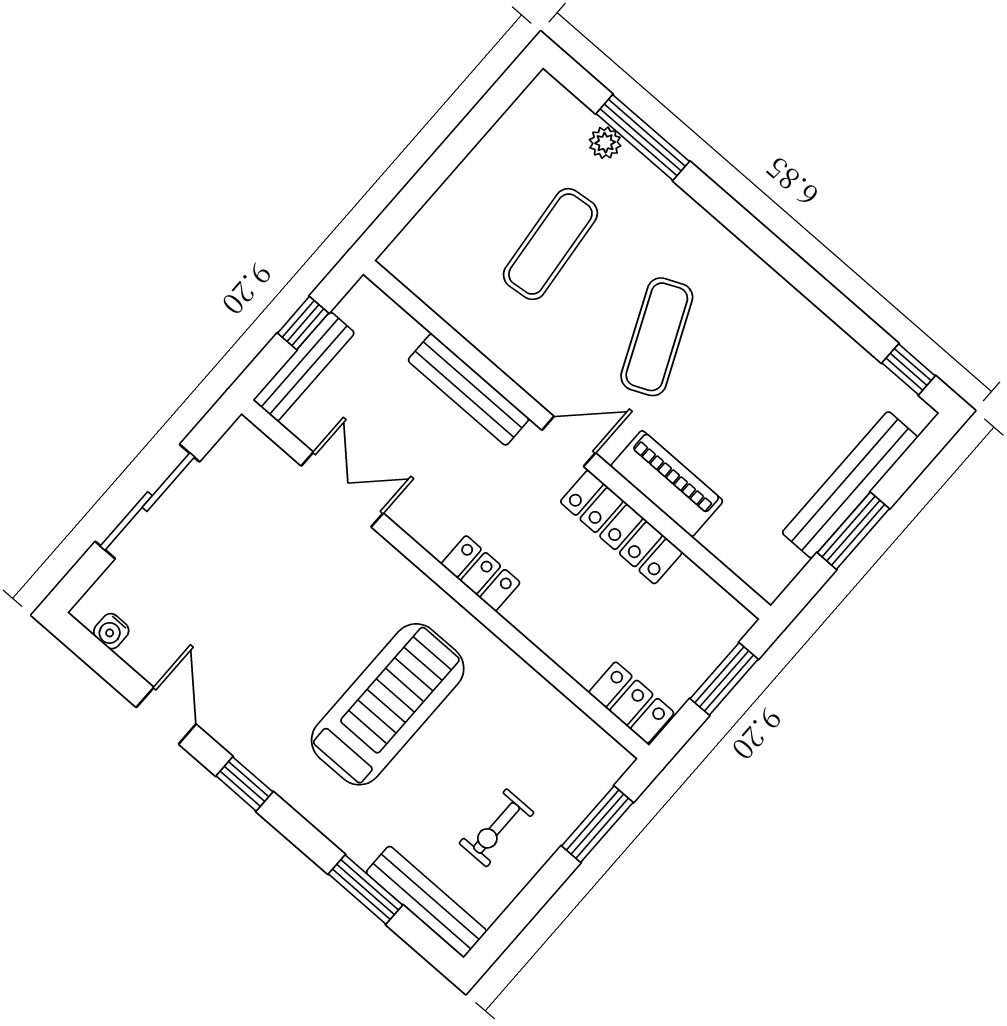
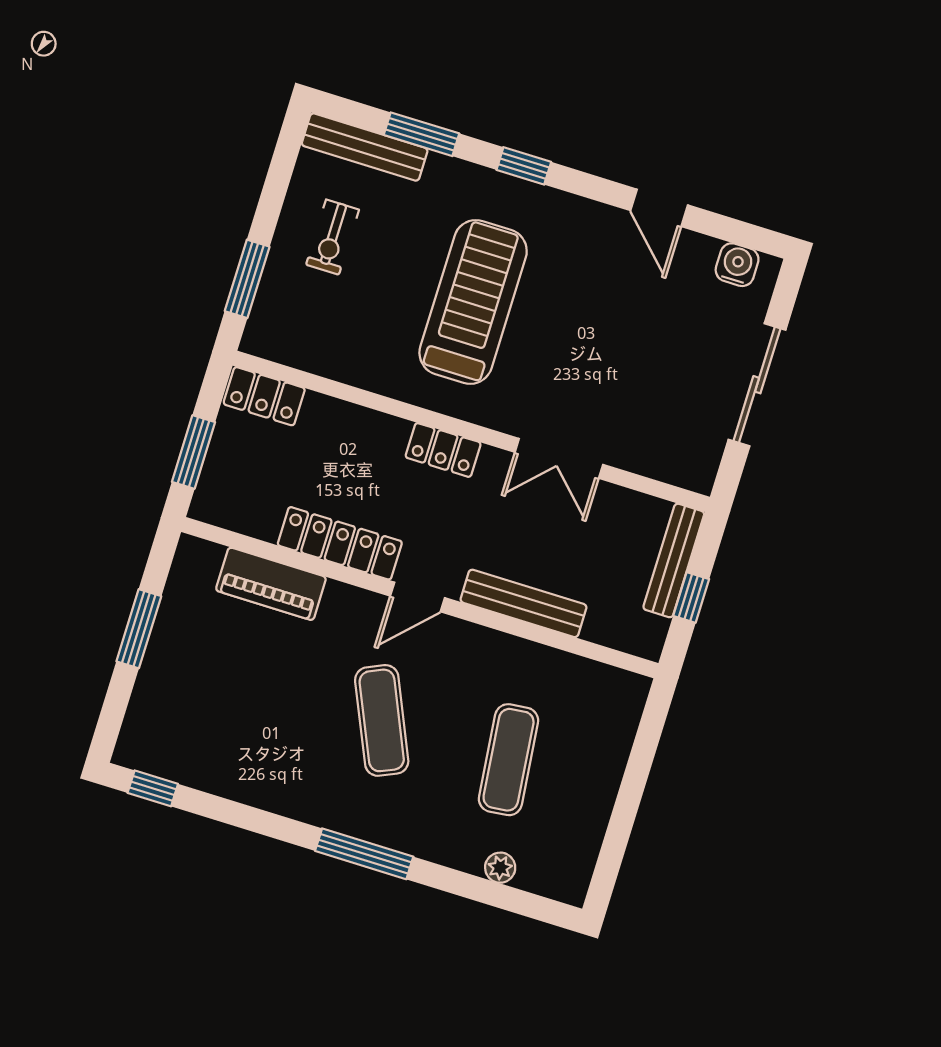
window: (643, 137) -> (364, 854), moved
piano: (667, 484) -> (271, 584), moved
bench: (850, 485) -> (159, 667), removed
double door: (342, 490) -> (559, 458), moved
water cooler: (111, 631) -> (737, 265), width x1.38, depth x1.38
treadmill: (388, 704) -> (473, 302), turned 180
window: (244, 784) -> (524, 166), moved
exercise bike: (496, 828) -> (332, 237), turned 180

